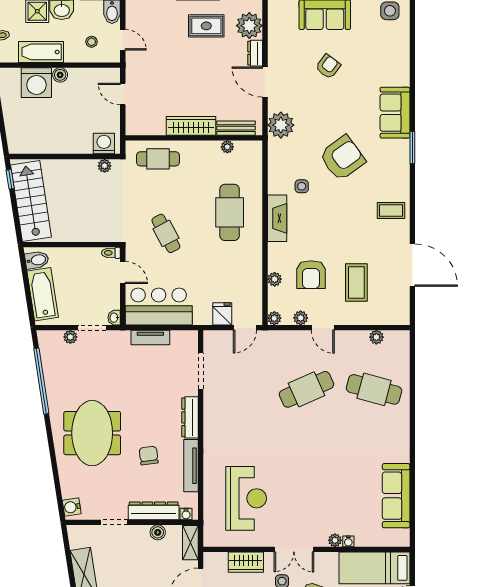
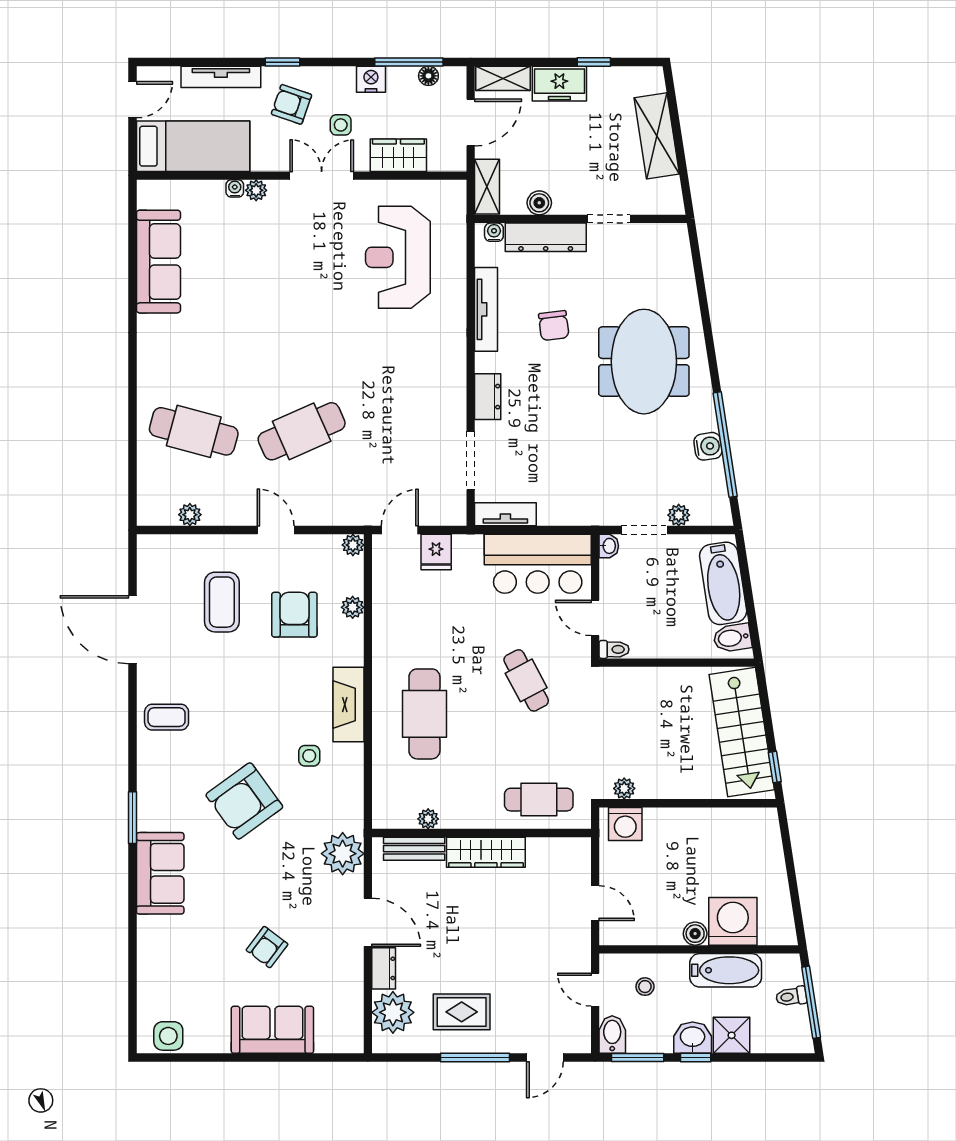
plant: (301, 318) -> (311, 546), removed
tv unit: (150, 337) -> (505, 514), moved
dresser: (190, 417) -> (488, 397), width x0.70
water cooler: (72, 507) -> (708, 446), moved

